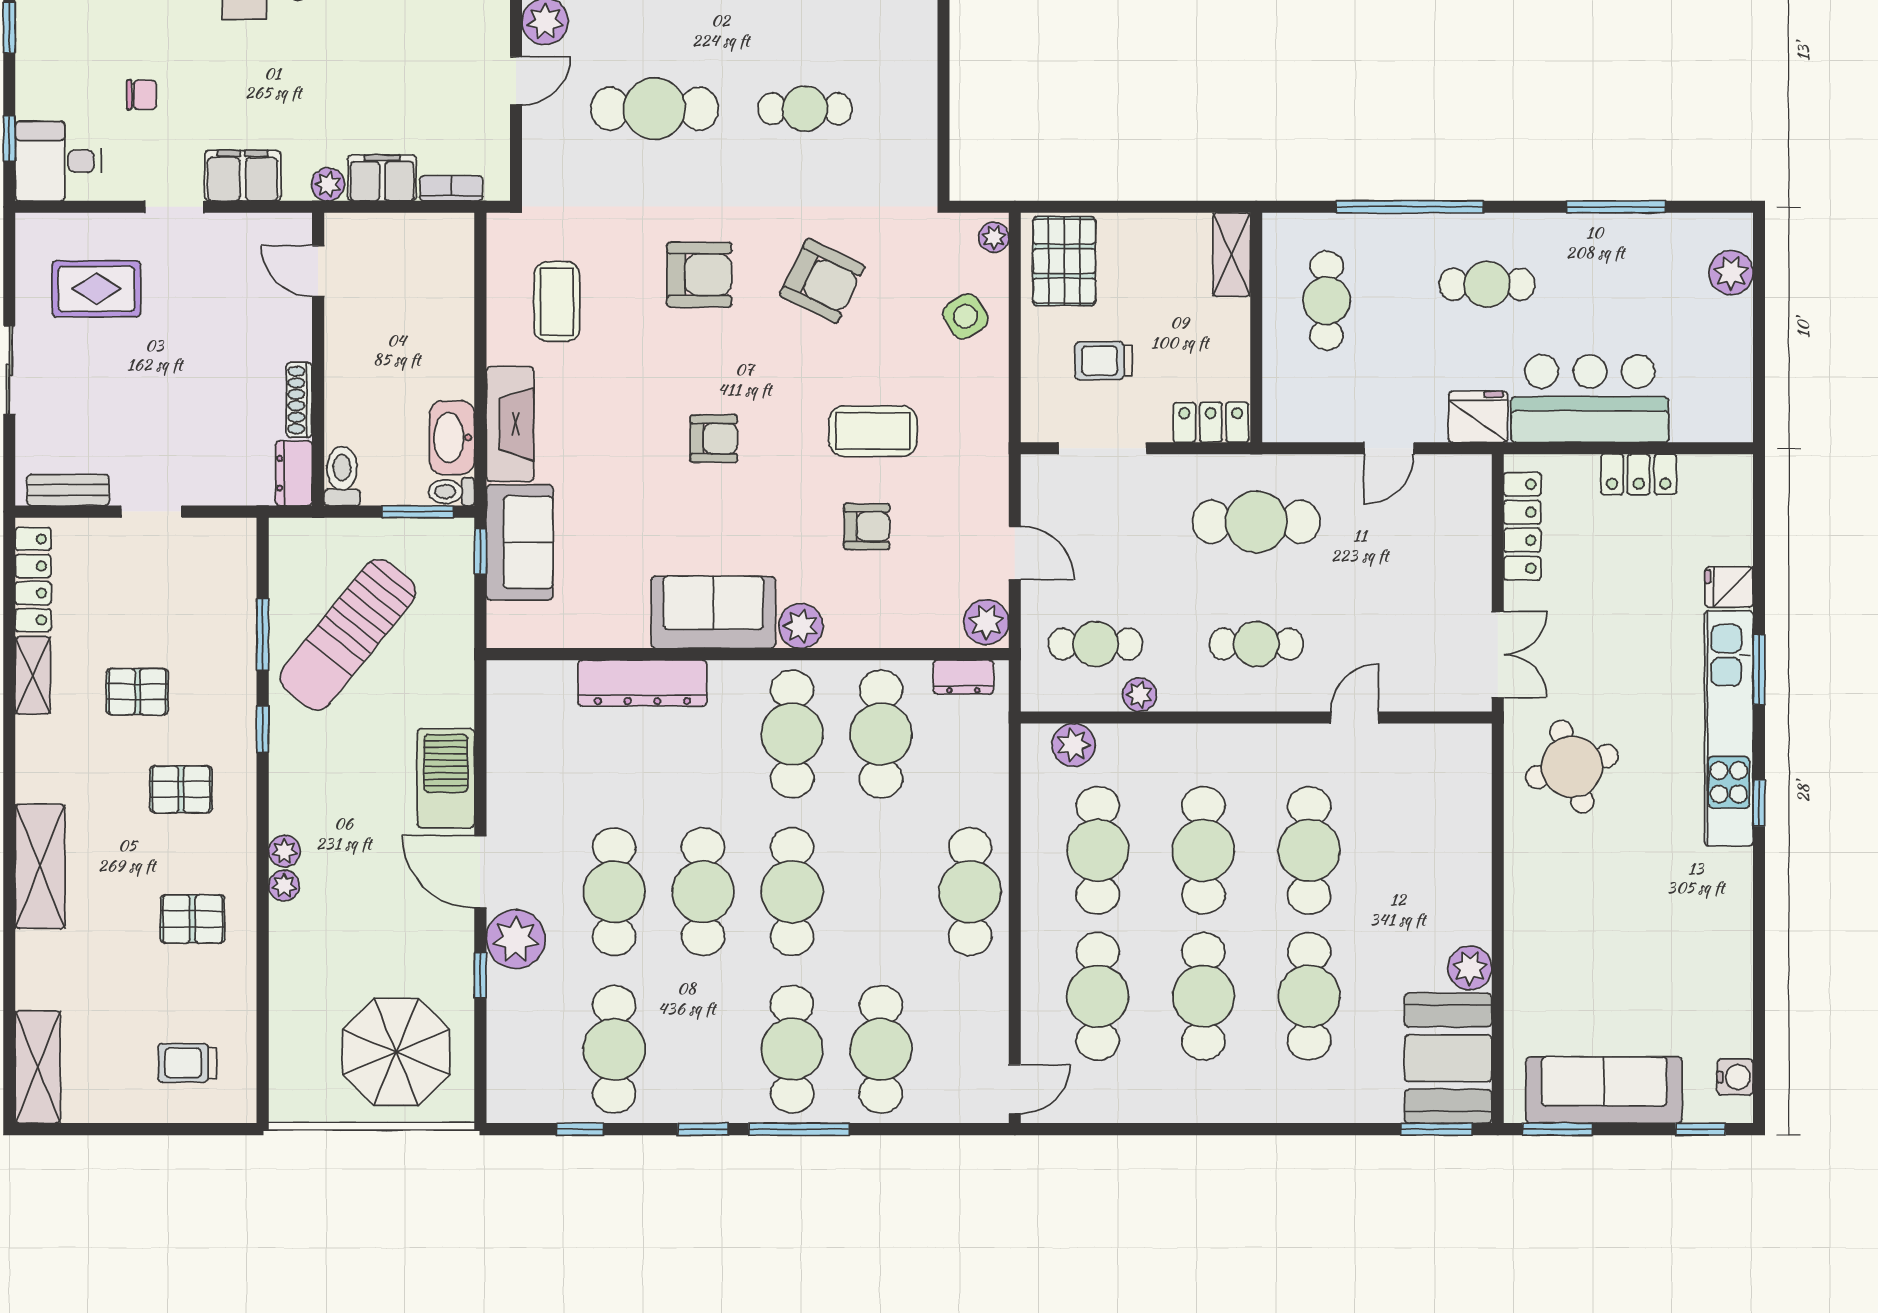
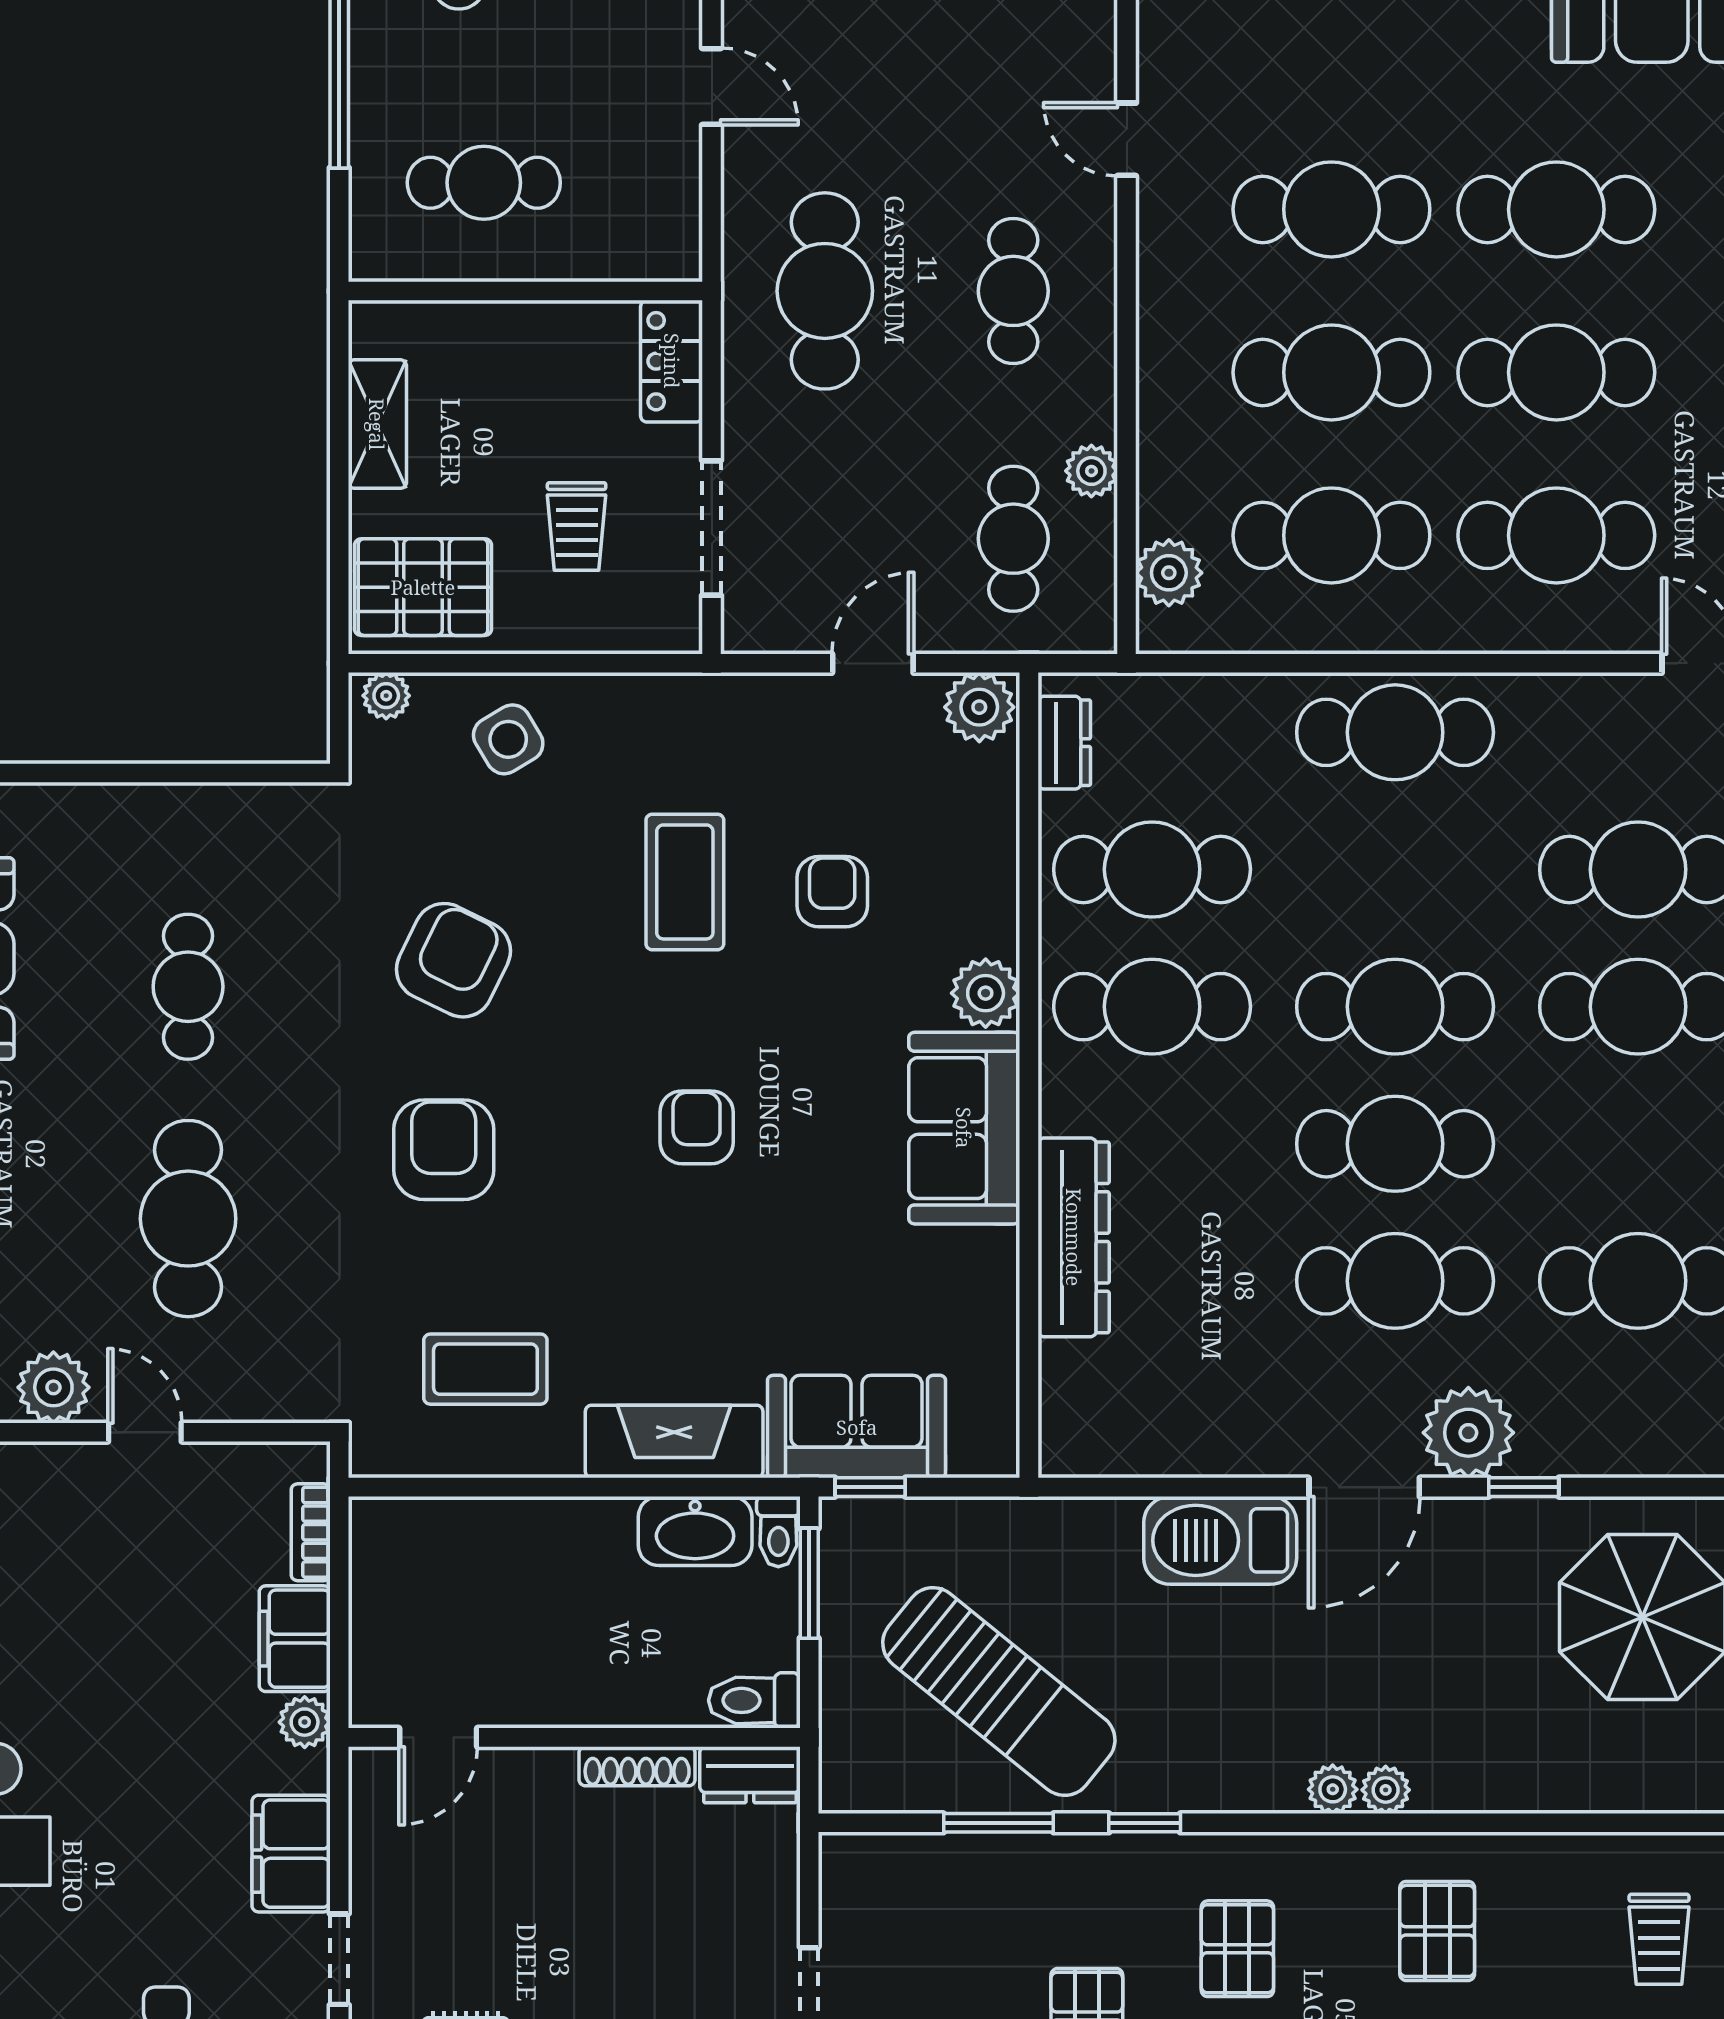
shelving: (1232, 255) -> (377, 424), moved, turned 90

